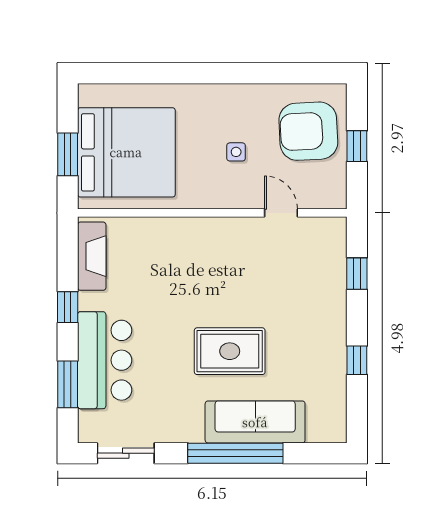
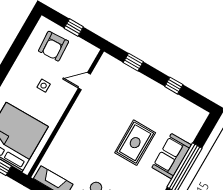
armchair: (308, 131) -> (53, 46), width x0.73, depth x0.73
sofa: (255, 422) -> (172, 156), width x0.73

